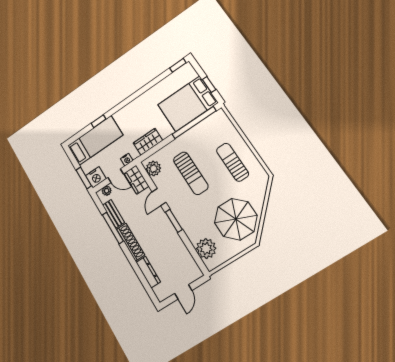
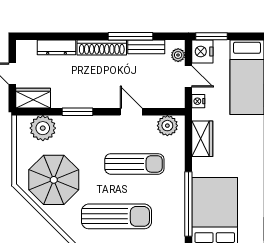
sun lounger: (232, 162) -> (116, 216), width x1.36, depth x1.34
sun lounger: (191, 173) -> (134, 164), turned 180
door: (116, 176) -> (188, 77), swing flipped
wardrobe: (136, 180) -> (33, 98), moved
window: (174, 221) -> (77, 112), moved

